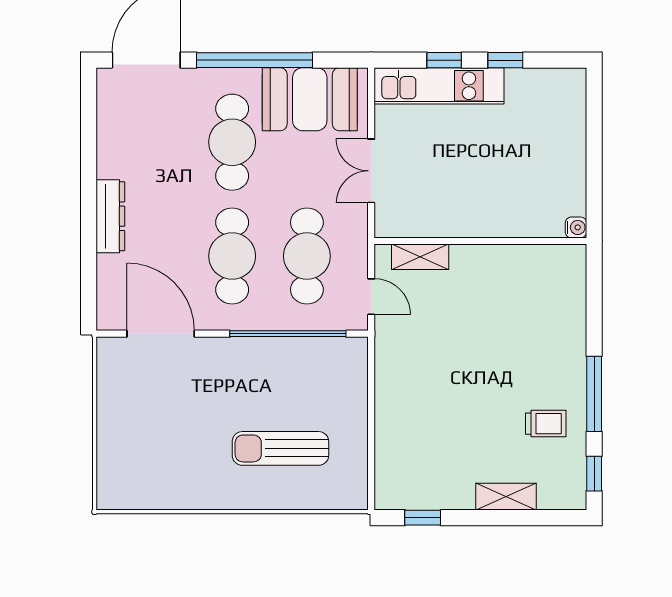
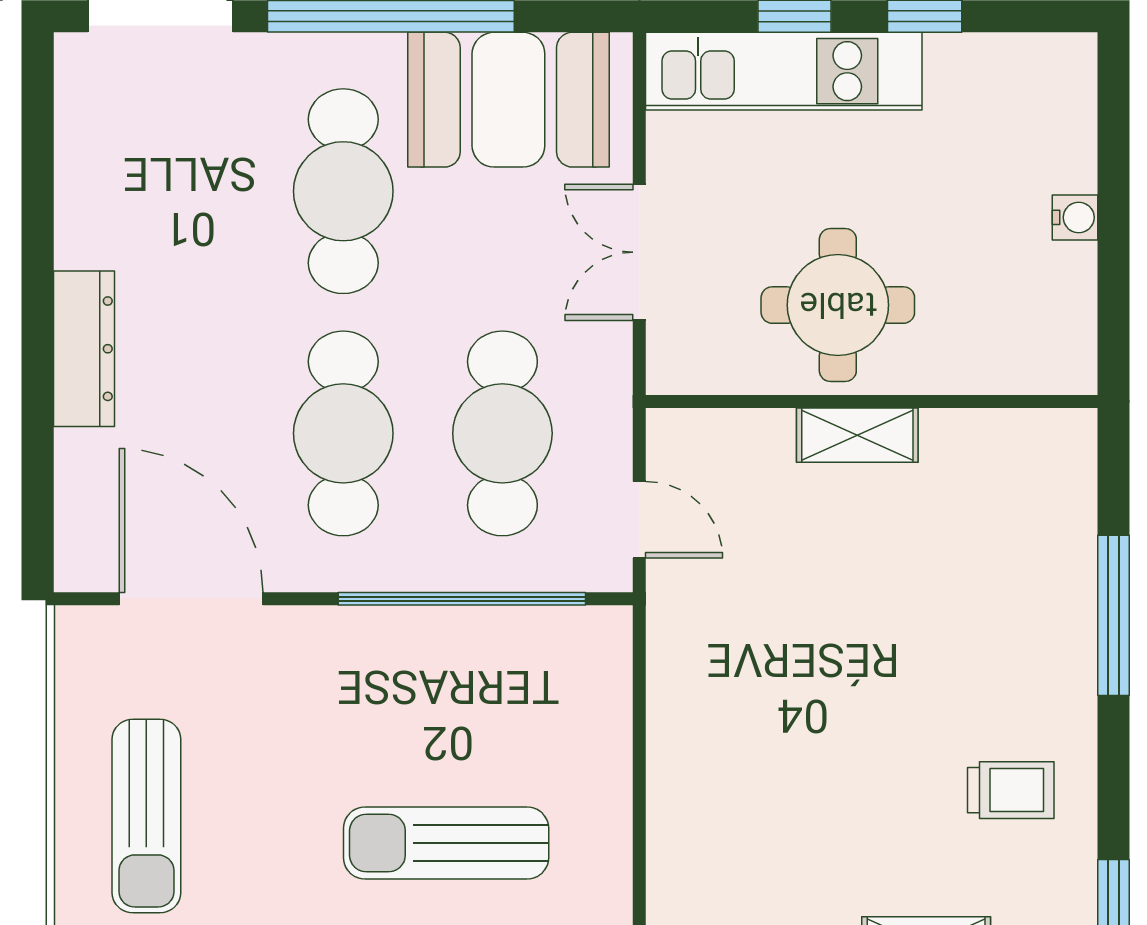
round table: (465, 196) -> (838, 305), added
water cooler: (576, 227) -> (1075, 217), moved
shelving: (420, 257) -> (857, 435), moved
window: (594, 394) -> (1114, 615), moved
sun lounger: (140, 436) -> (146, 816), added

